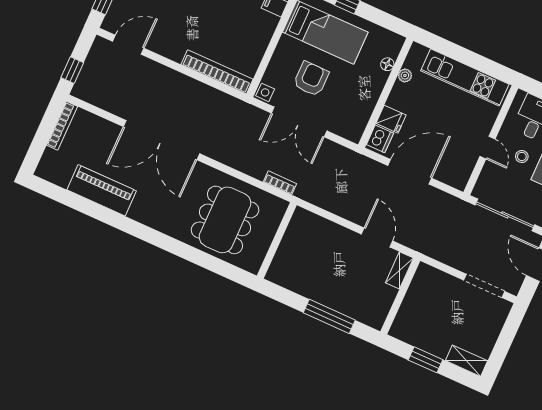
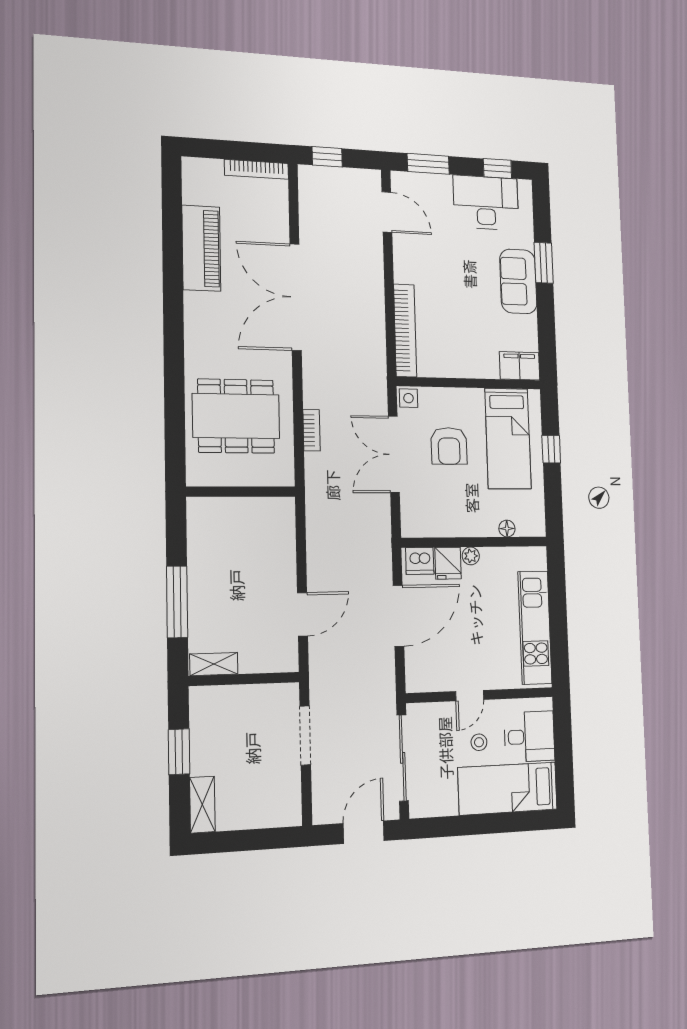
plant: (405, 75) -> (471, 556), moved
armchair: (311, 79) -> (449, 446), turned 90
door: (410, 172) -> (399, 616), hinge flipped
bookcase: (280, 183) -> (311, 430), moved
shelving: (399, 270) -> (214, 664), moved
doorway: (484, 286) -> (305, 736), moved

